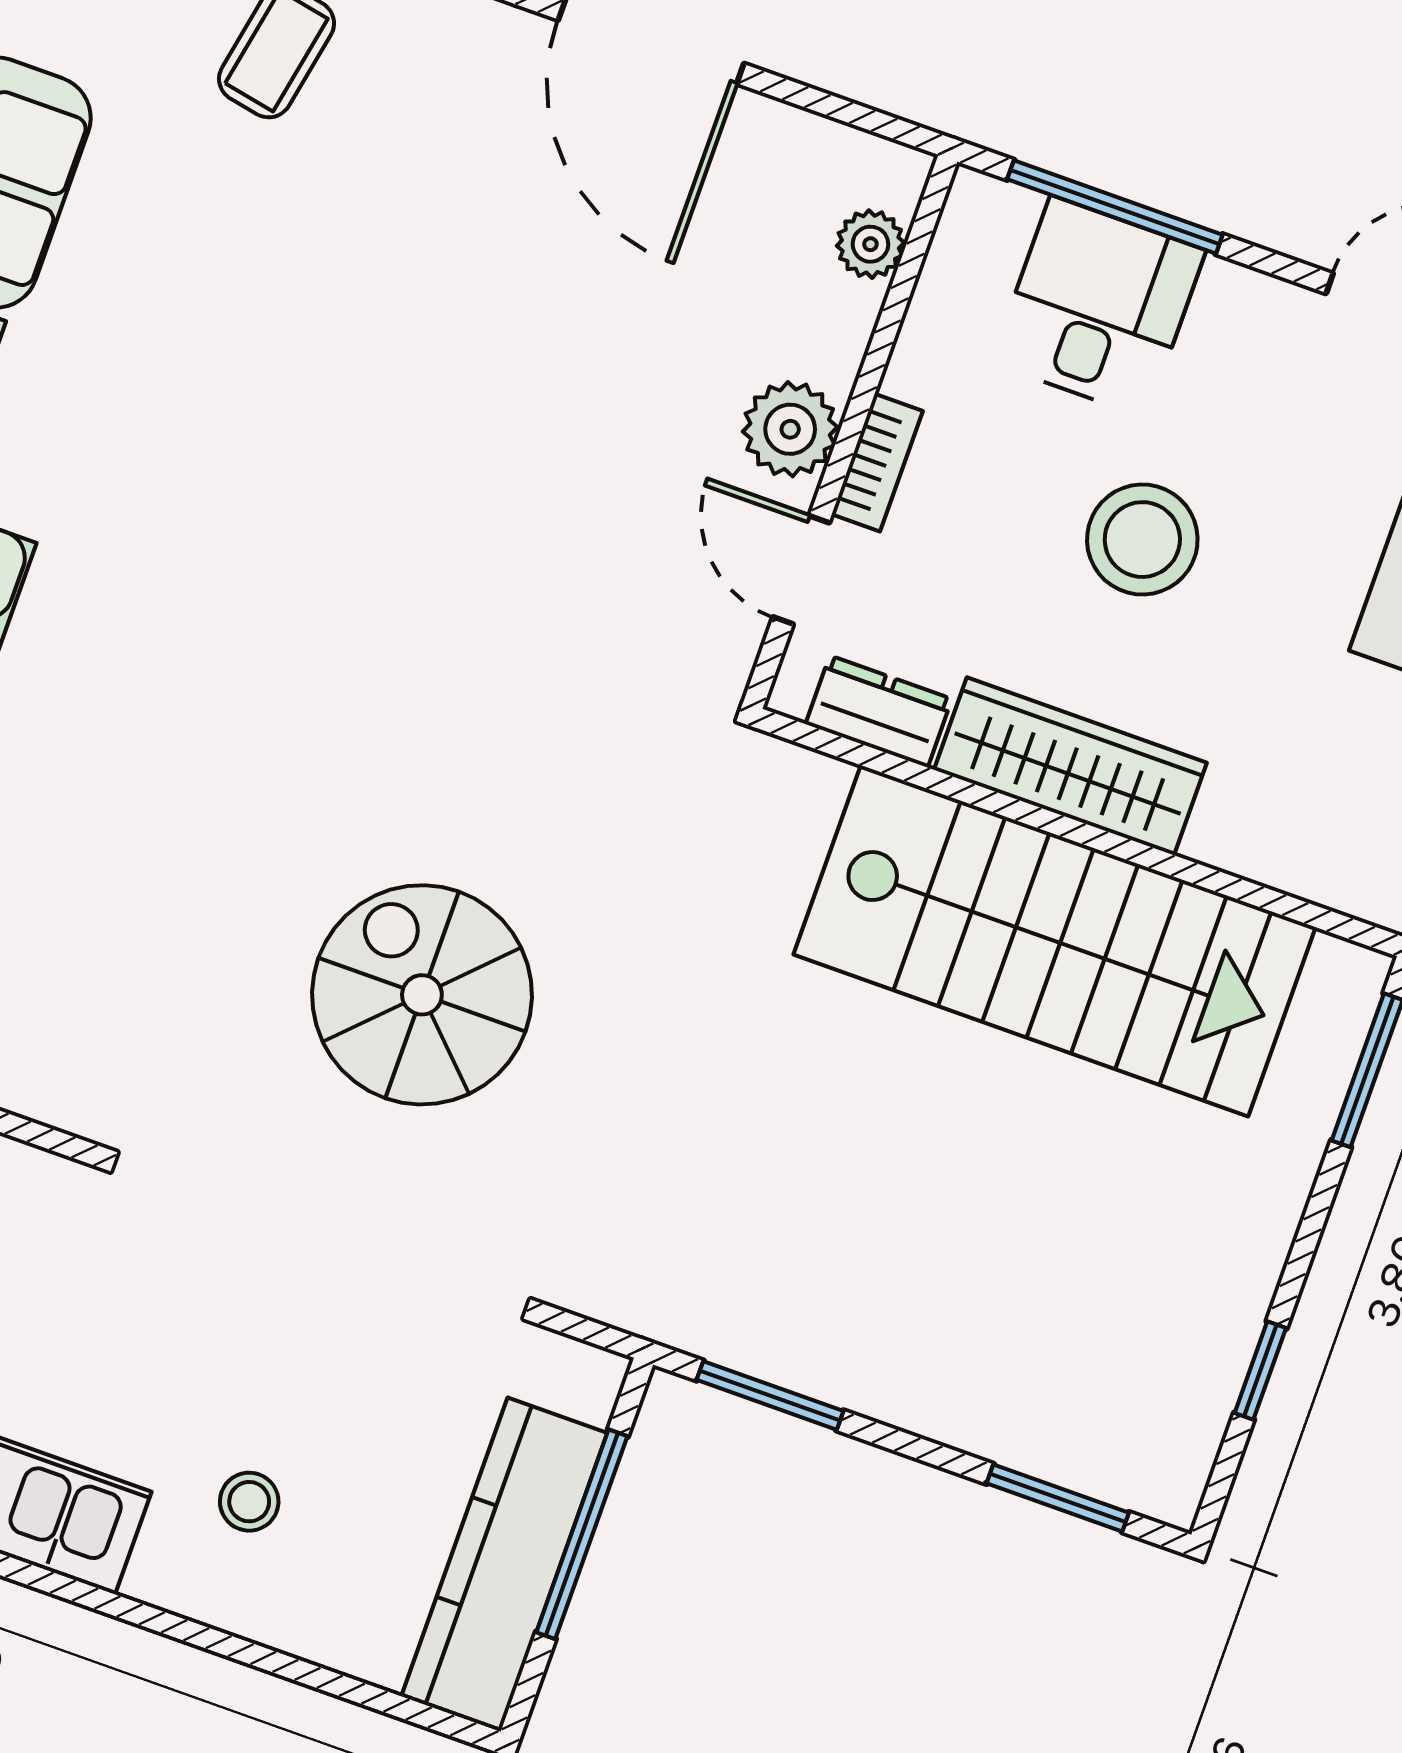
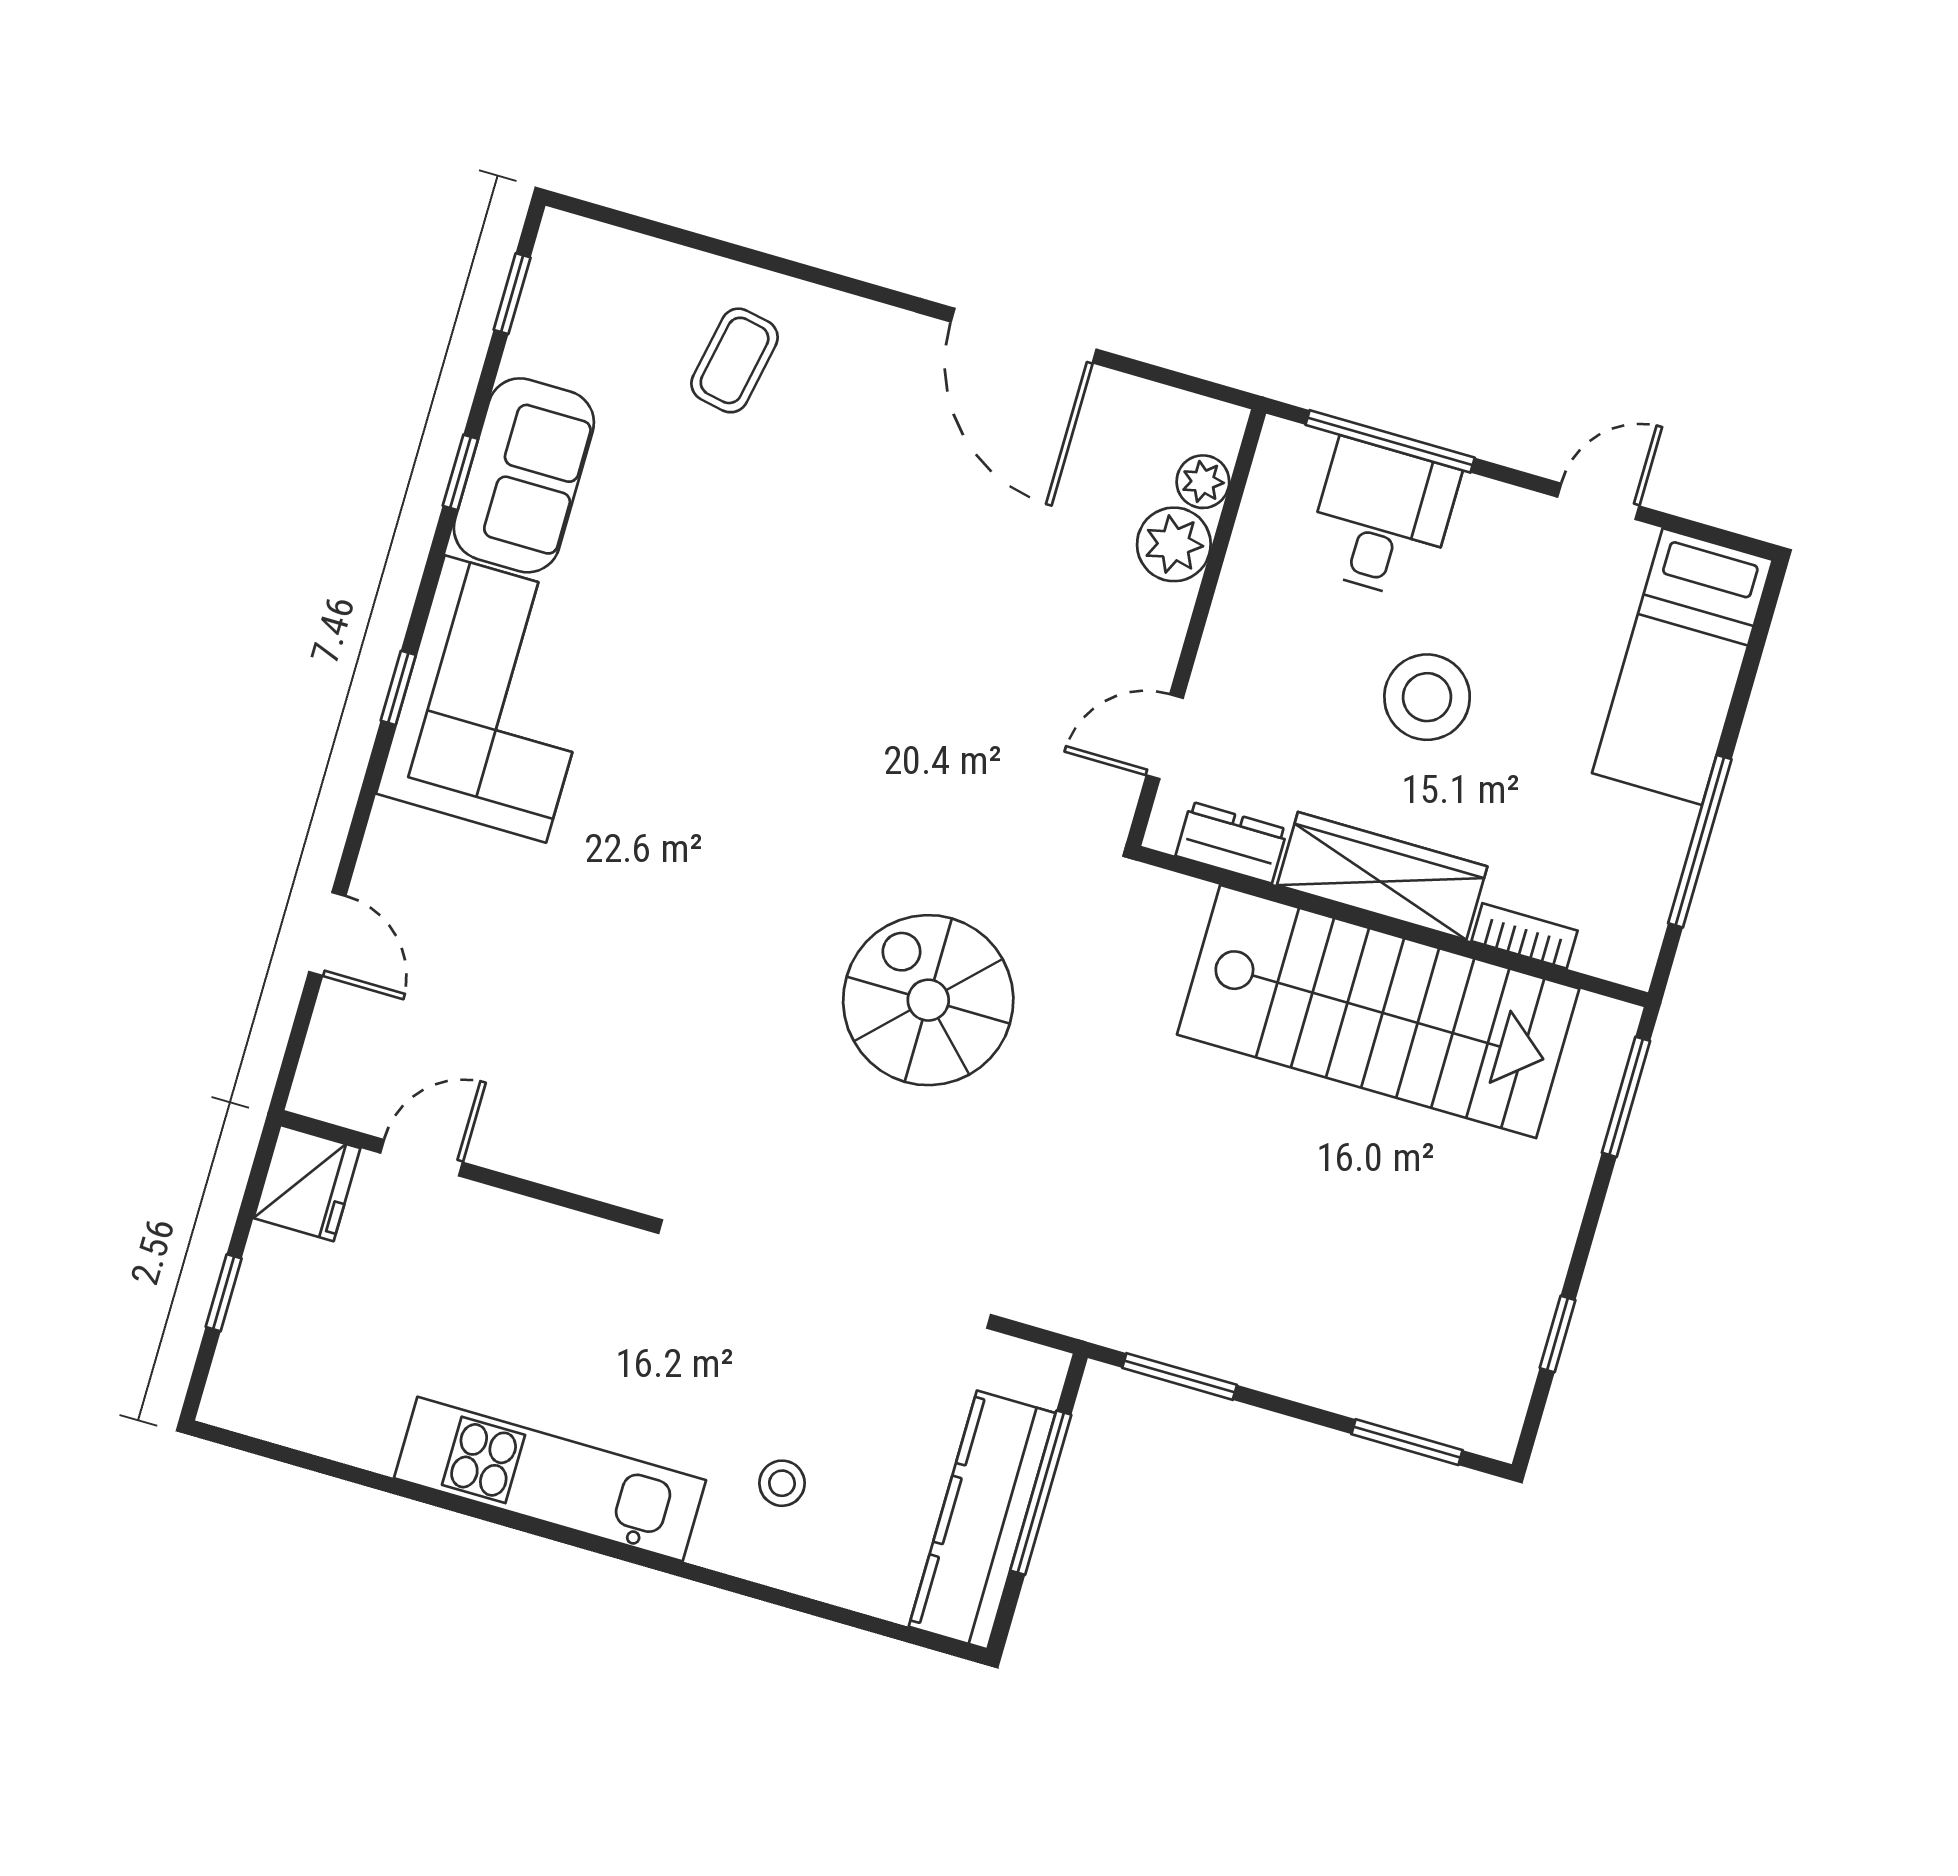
plant: (790, 429) -> (1174, 544), moved
bookcase: (877, 463) -> (1524, 936), moved, turned -90
door: (801, 570) -> (1165, 737), hinge flipped
spiral stairs: (422, 995) -> (928, 1000), moved

